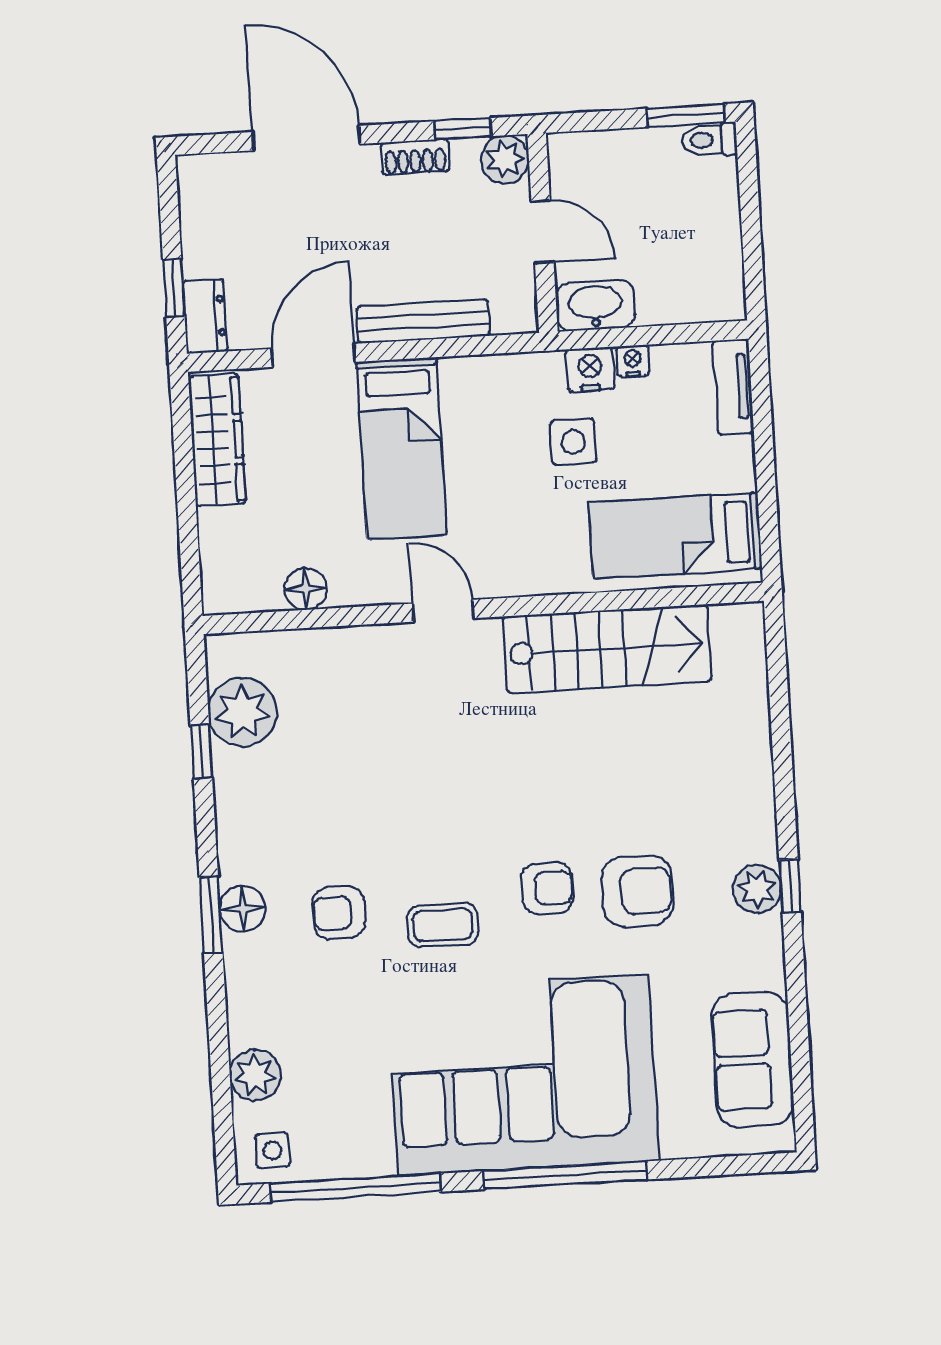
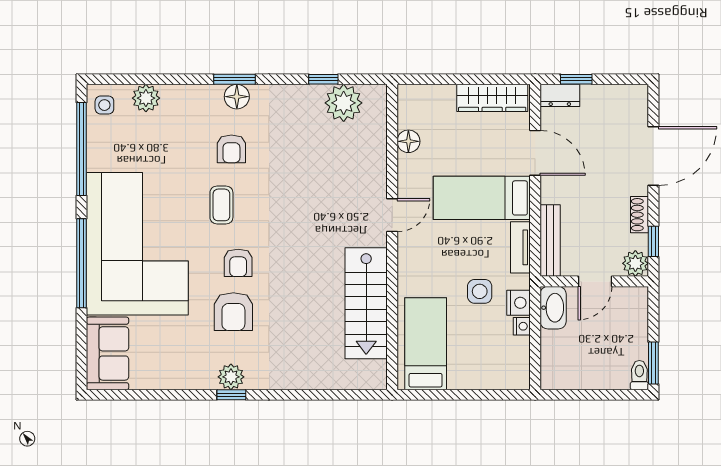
bench: (423, 321) -> (550, 241), moved
tv unit: (733, 387) -> (520, 247), moved, turned -90
armchair: (339, 913) -> (231, 149), turned 180
sofa: (752, 1060) -> (108, 353), moved, turned 90

